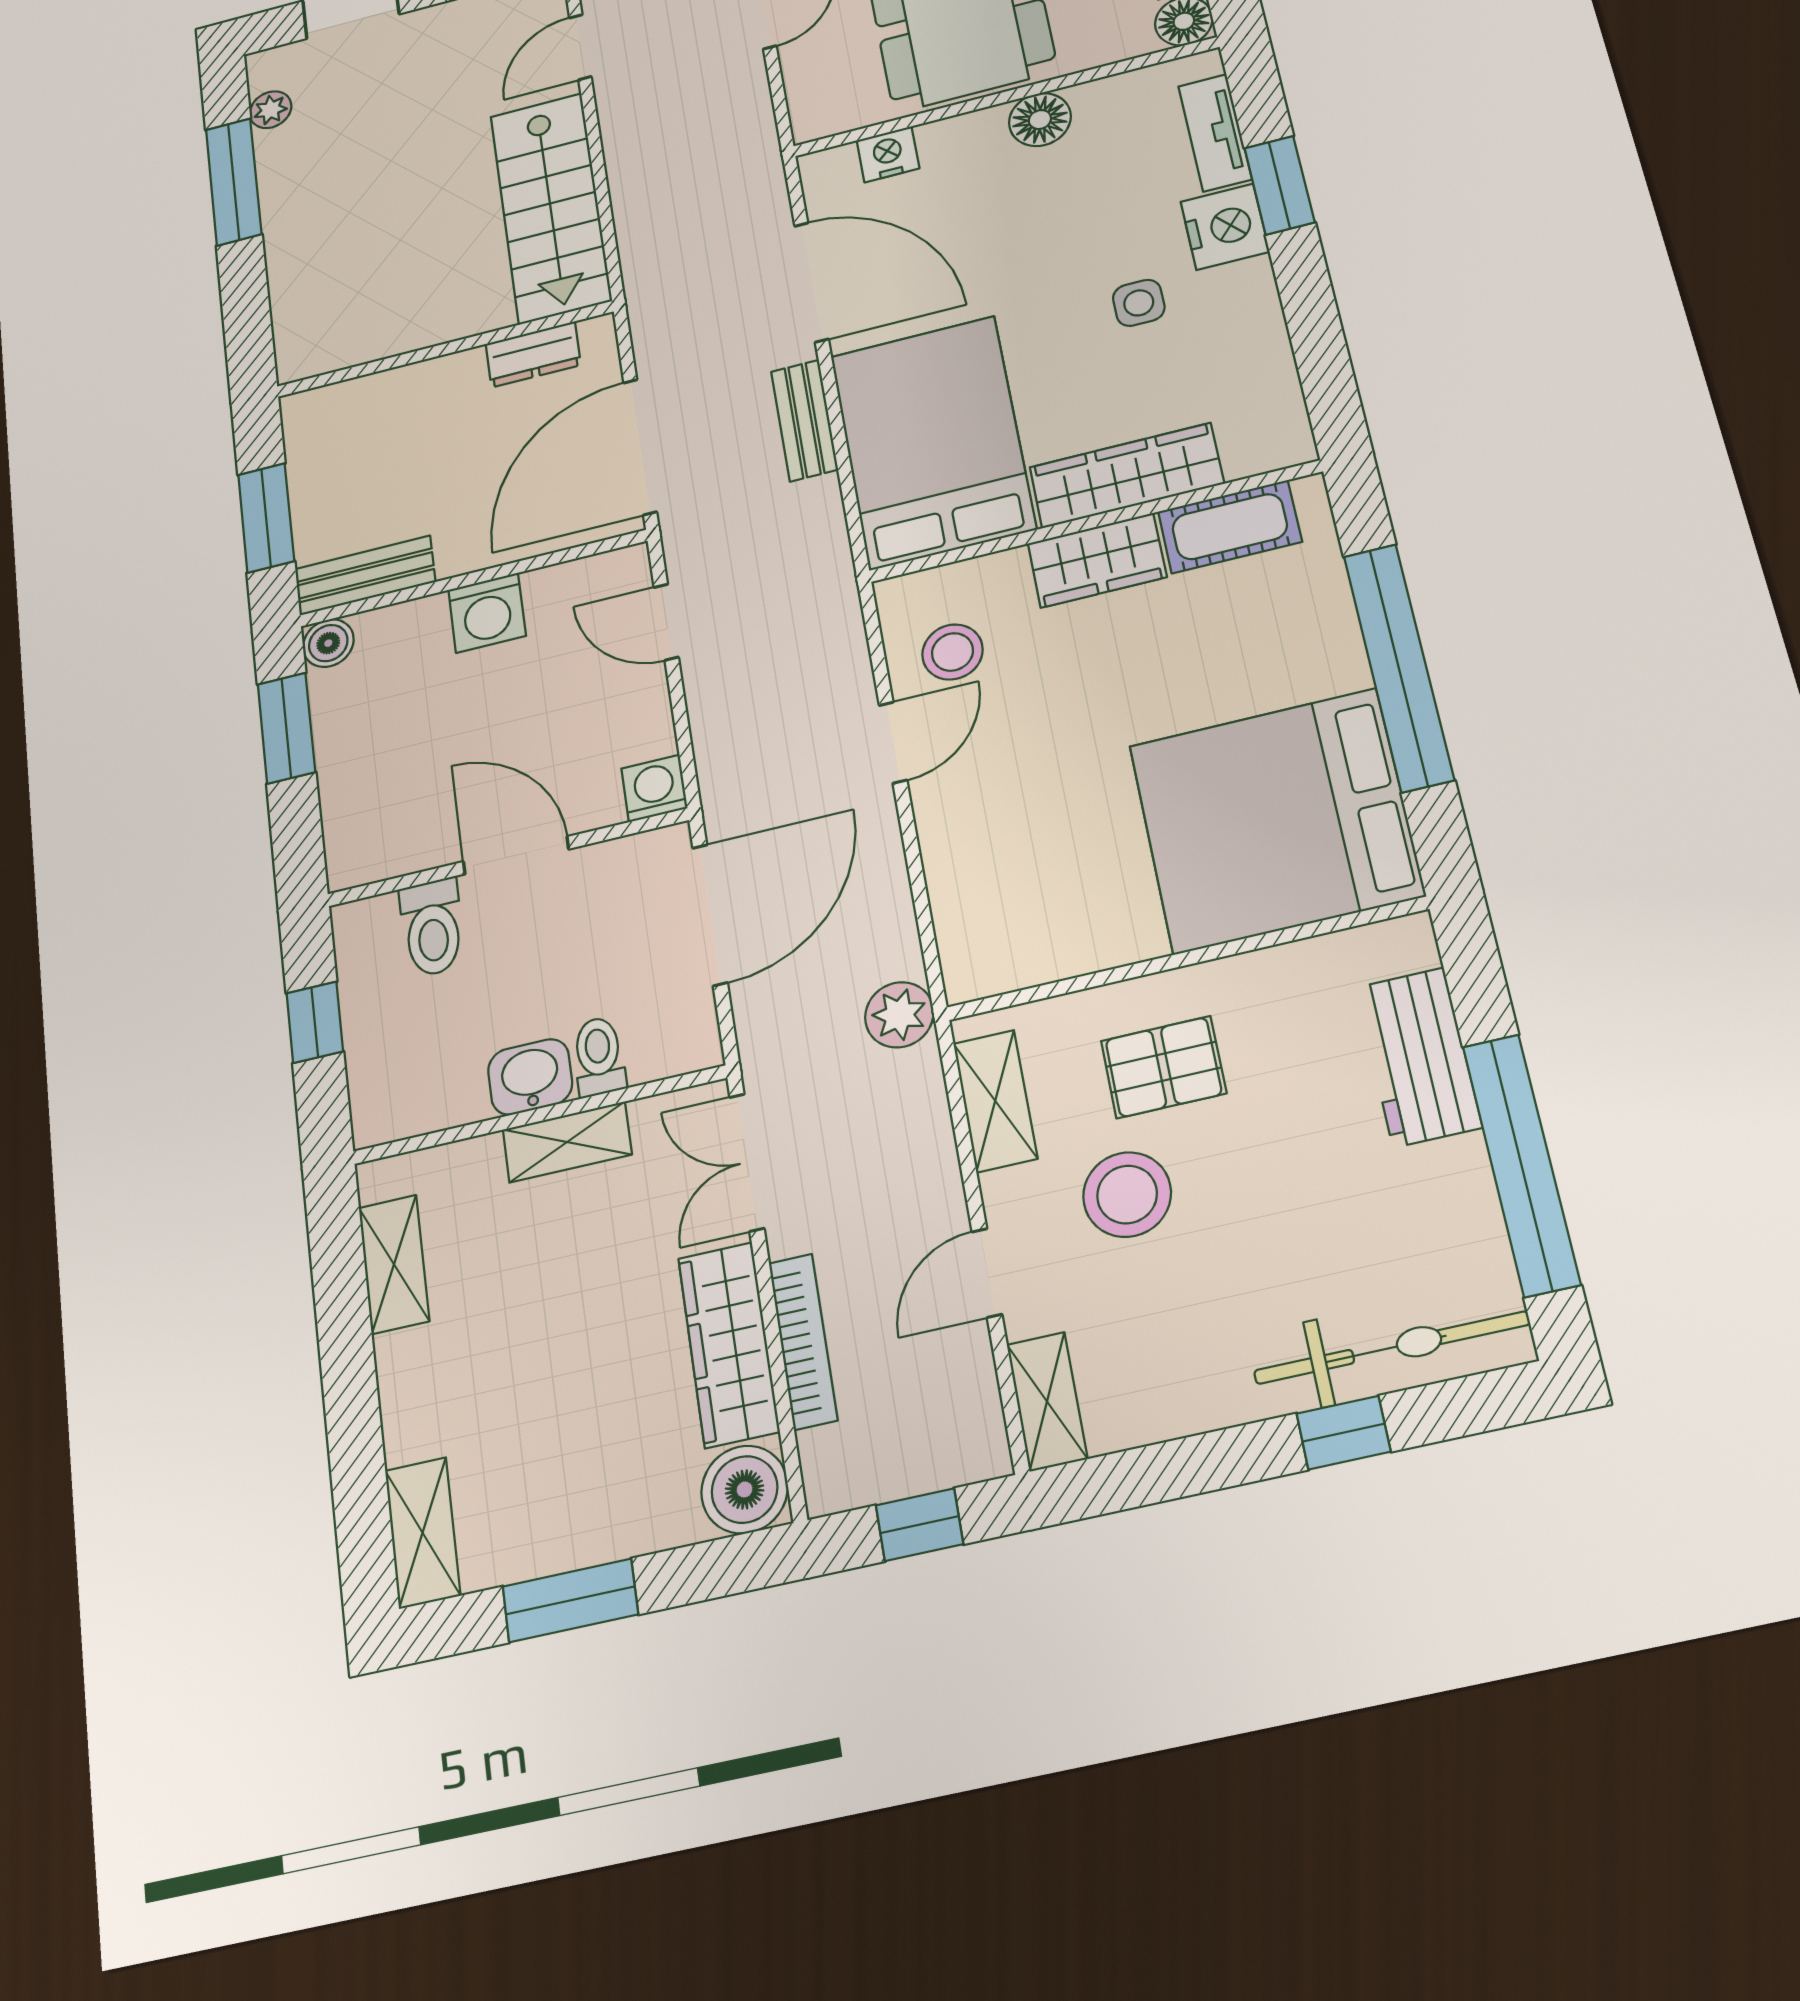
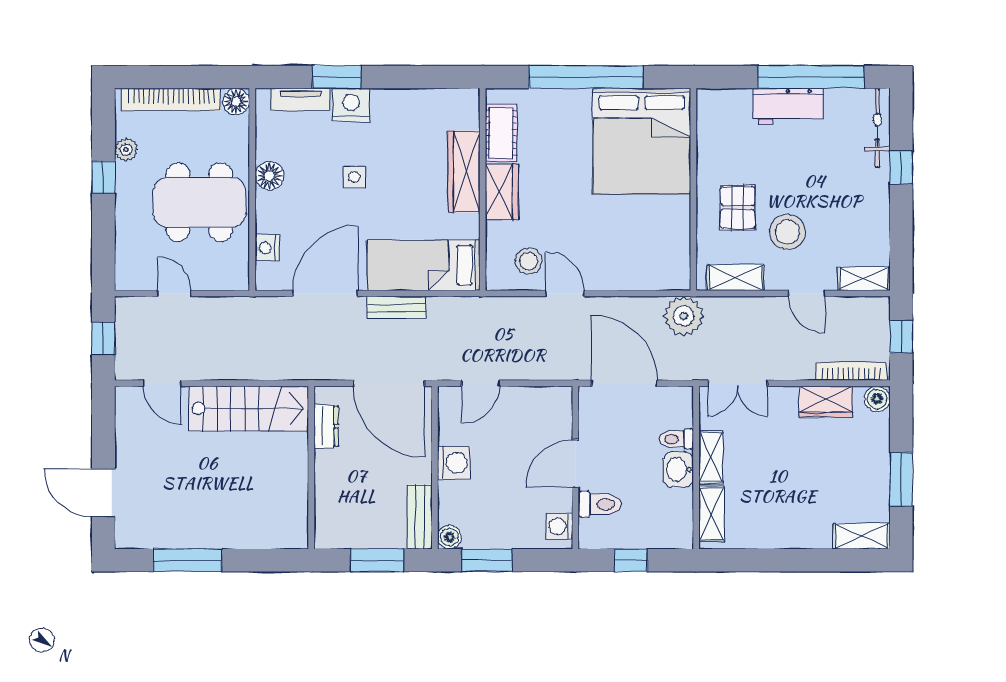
plant: (271, 110) -> (151, 538), removed
side table: (1139, 303) -> (354, 177), moved
bed: (932, 442) -> (424, 265), width x0.67
washing machine: (654, 788) -> (559, 526), moved
plant: (899, 1015) -> (684, 316), width x1.36, depth x1.36
workbench: (1419, 1057) -> (788, 106), moved
shelving: (394, 1264) -> (711, 514), moved, turned 90
bookcase: (803, 1341) -> (851, 371), moved
wardrobe: (729, 1344) -> (826, 402), width x0.67
bicycle: (1392, 1348) -> (877, 128), width x0.73, depth x0.71
boiler: (745, 1489) -> (877, 399), width x0.73, depth x0.73

